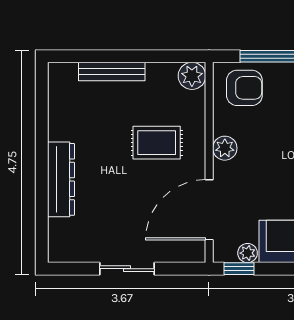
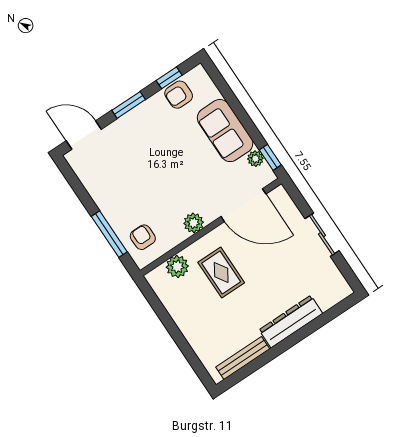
bench: (112, 71) -> (243, 358), moved, turned 90
plant: (192, 76) -> (177, 267), moved
armchair: (244, 88) -> (143, 237), width x0.72, depth x0.72

